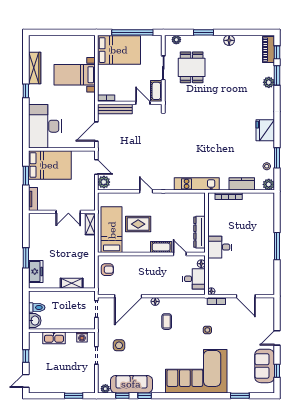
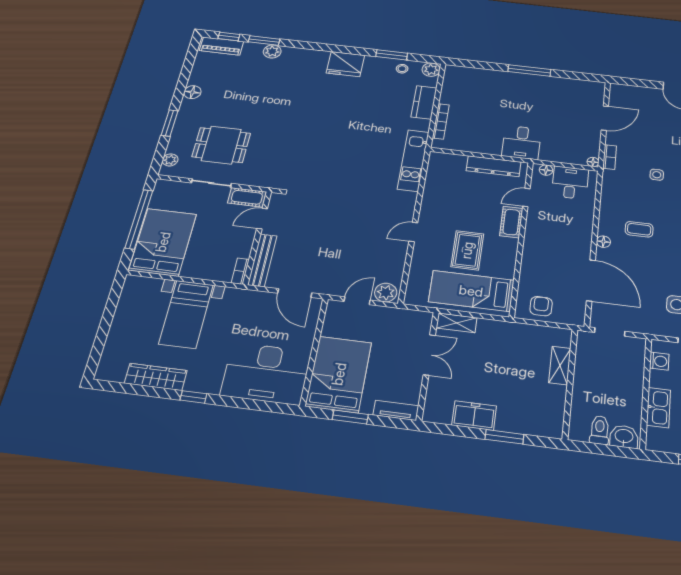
freezer: (36, 272) -> (474, 416), moved

